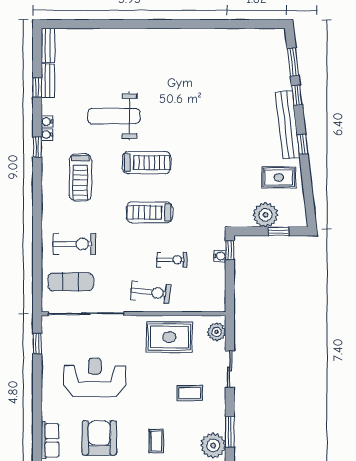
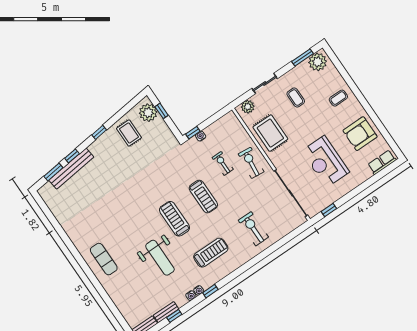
bench: (288, 125) -> (71, 169), moved
plant: (265, 215) -> (148, 113), moved
exercise mat: (71, 282) -> (104, 259), moved

